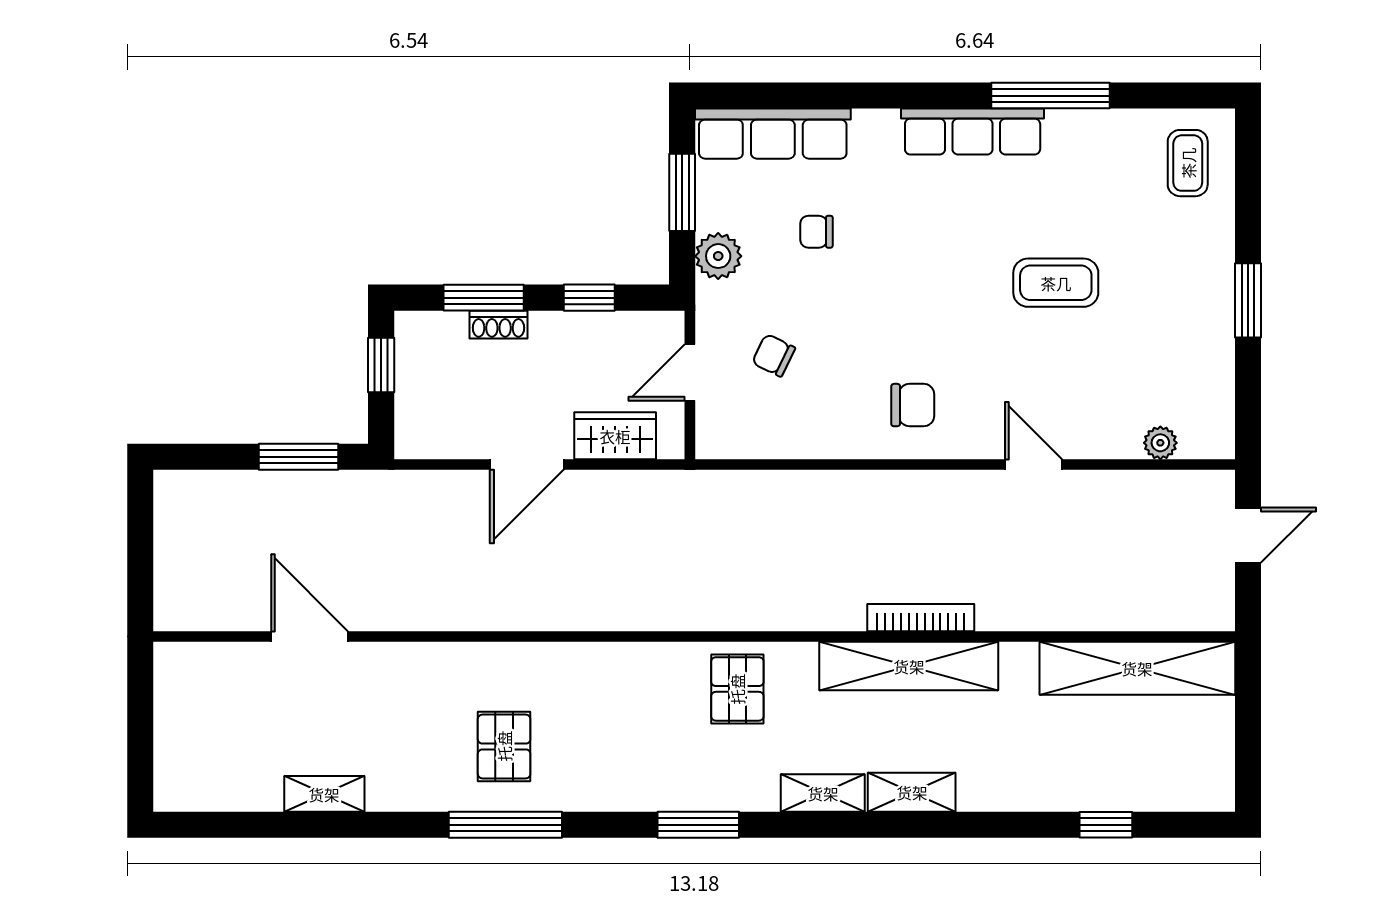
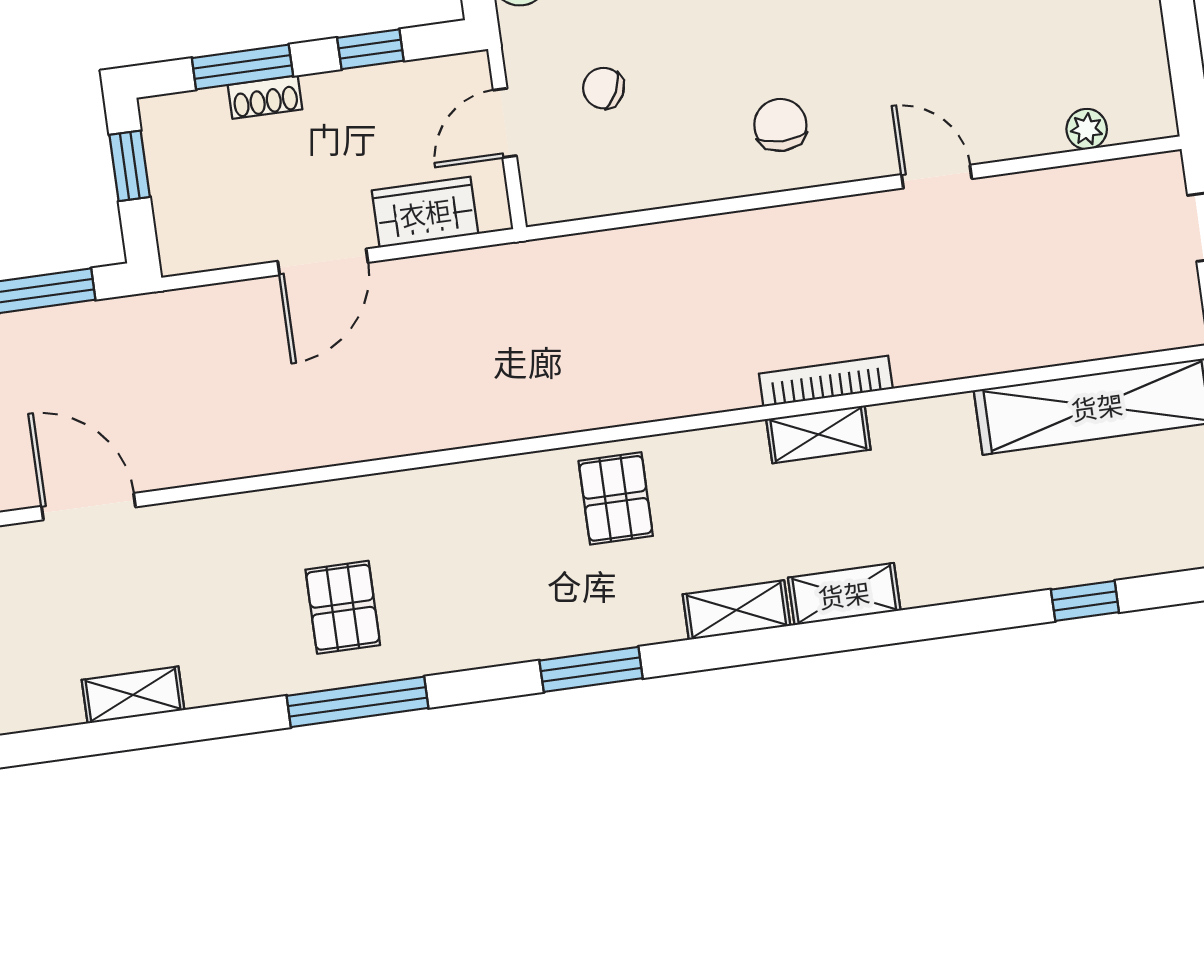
chair: (913, 405) -> (780, 125), turned -90
shelving: (909, 666) -> (818, 434), width x0.45, depth x0.75

